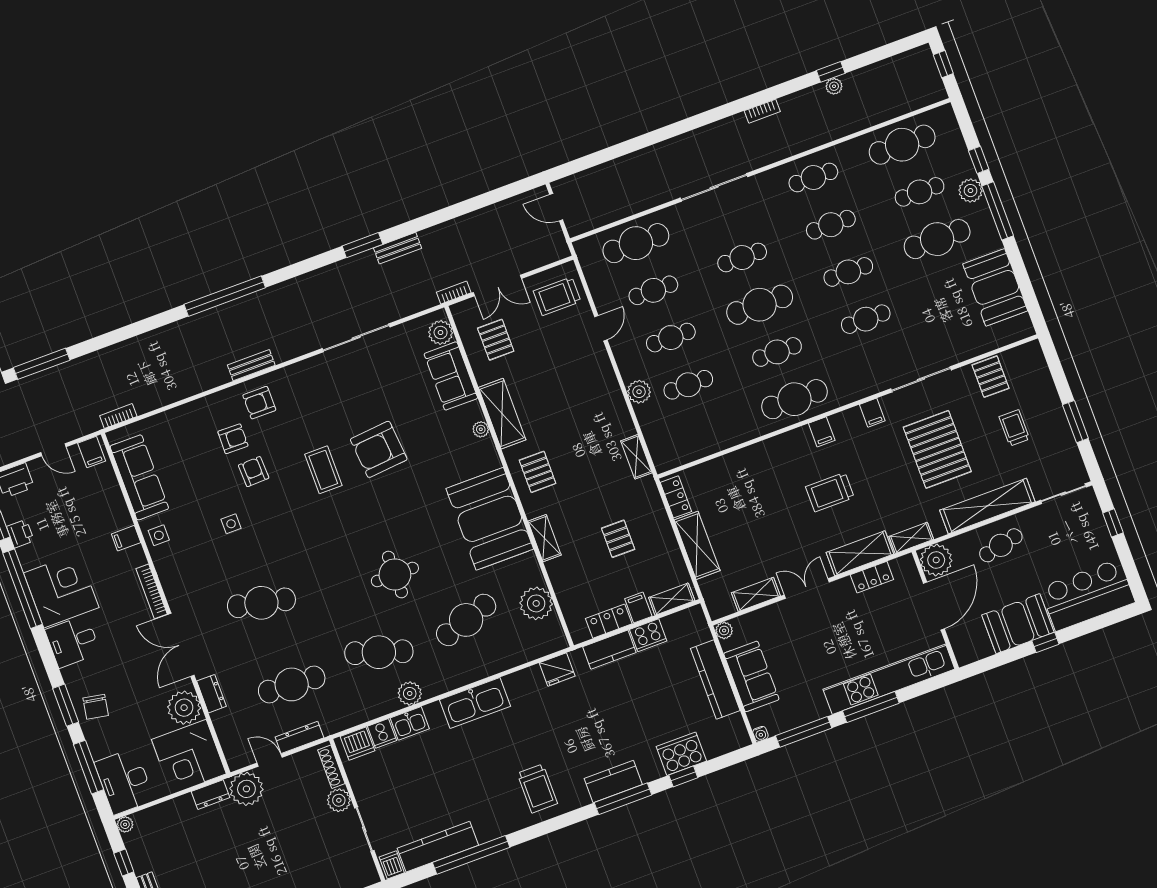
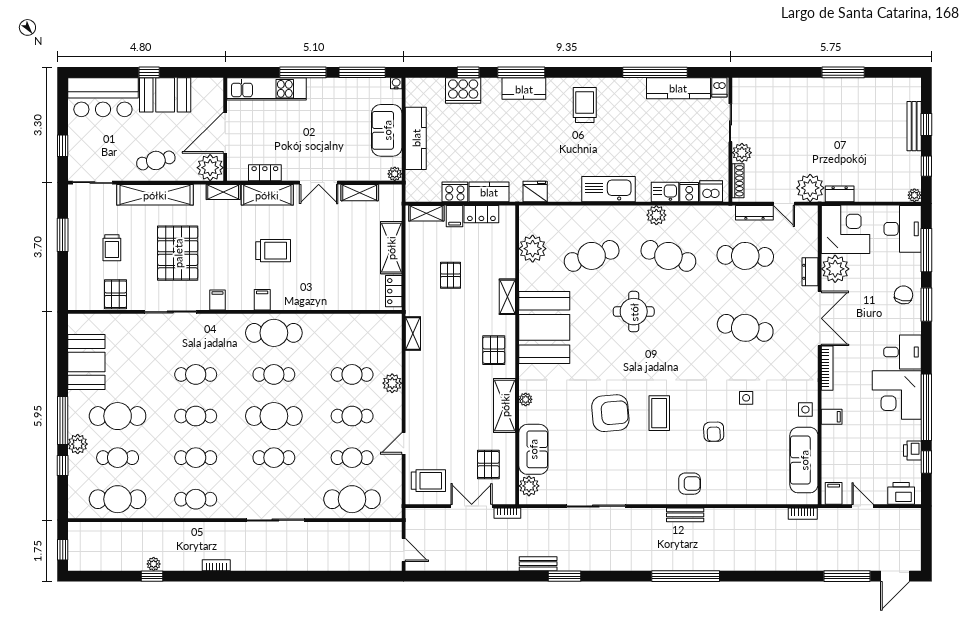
armchair: (233, 439) -> (720, 463), removed
kitchen unit: (889, 679) -> (267, 89), width x0.73

